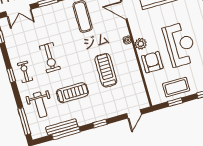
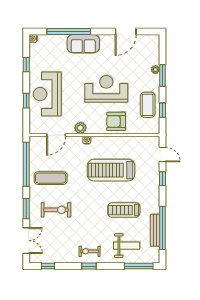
plant: (141, 44) -> (80, 128), moved
exercise bike: (50, 58) -> (56, 210), moved
treadmill: (106, 70) -> (111, 170), width x1.37, depth x1.38
treadmill: (72, 93) -> (124, 210), turned -90
window: (100, 124) -> (162, 179), moved
window: (66, 133) -> (162, 228), width x1.46

